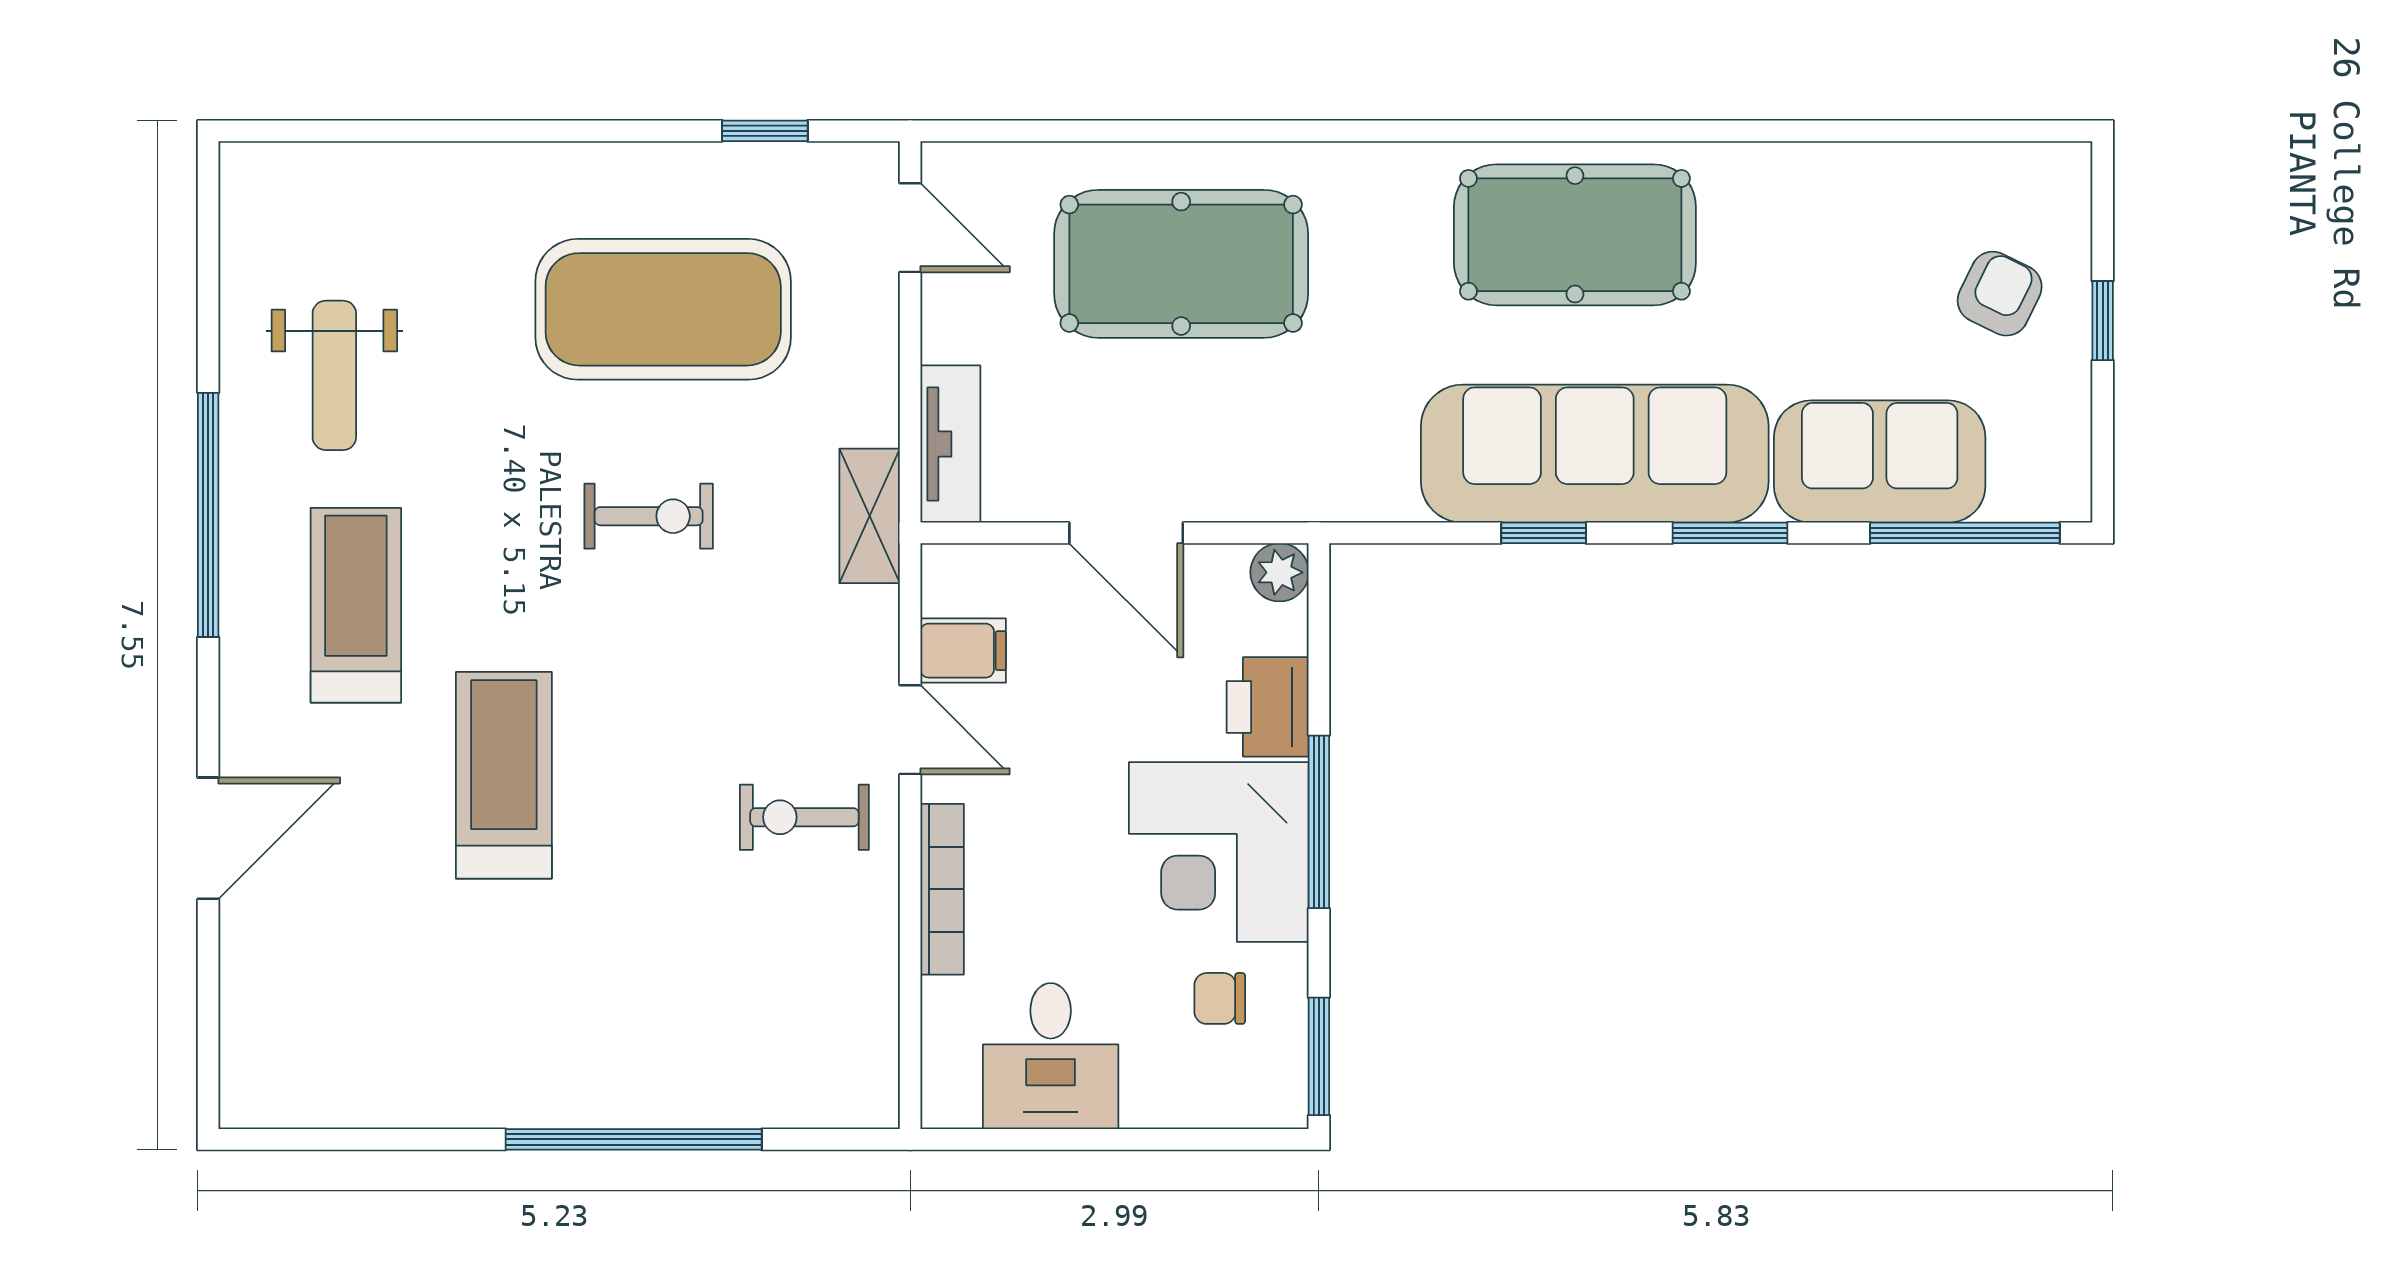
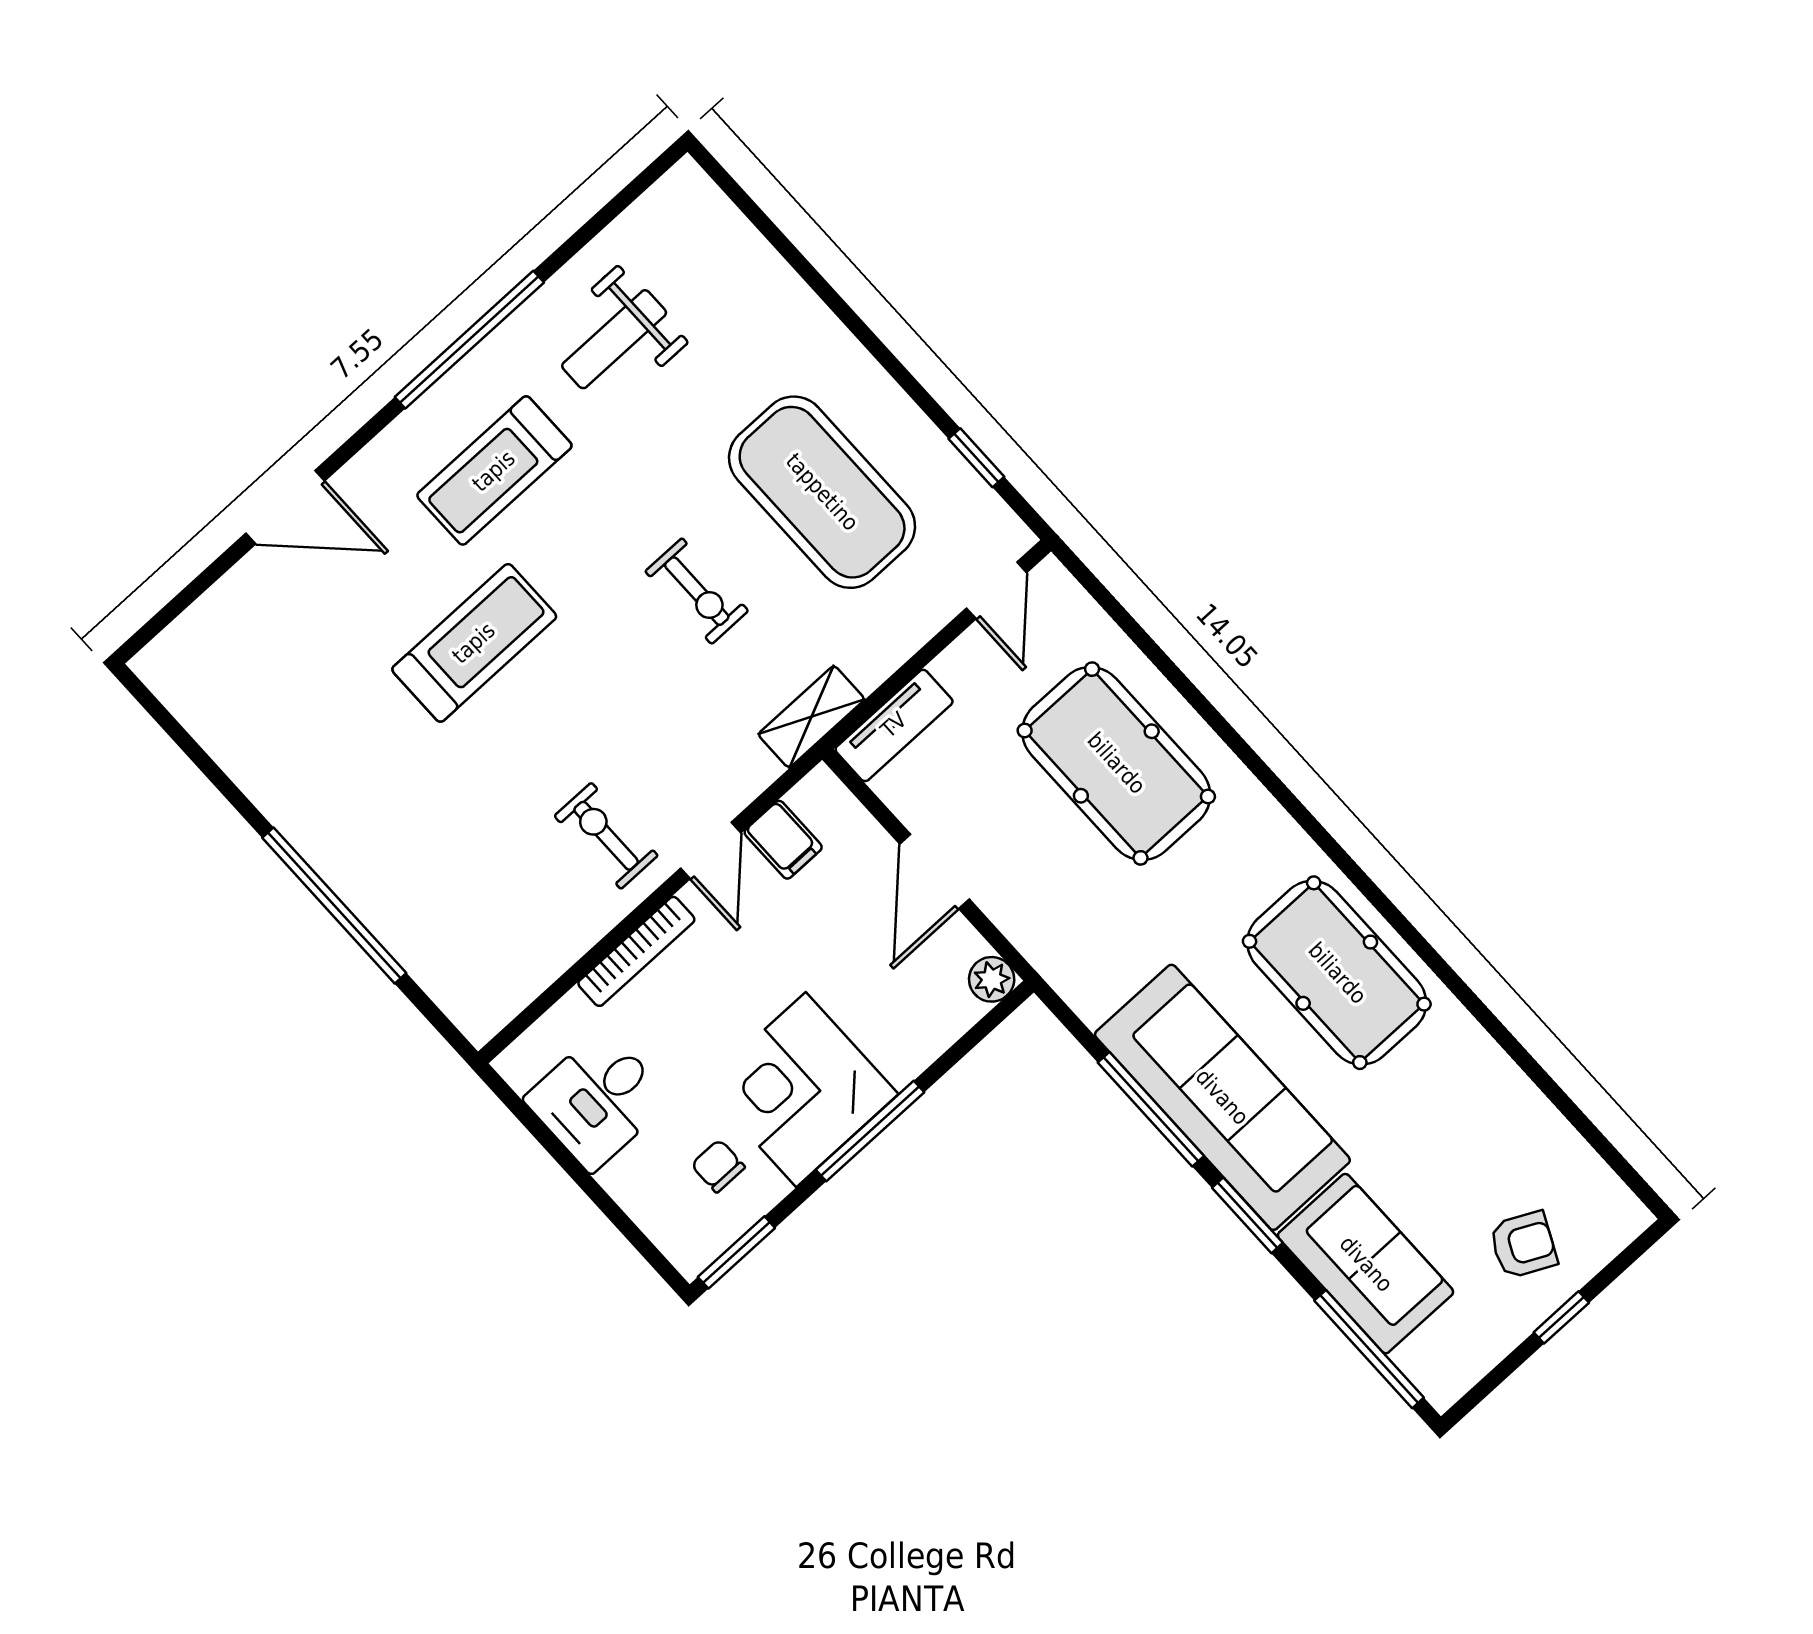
window: (1544, 533) -> (1151, 1109), width x2.17
treadmill: (356, 605) -> (494, 471), turned 180
printer: (1268, 707) -> (909, 1042), removed

